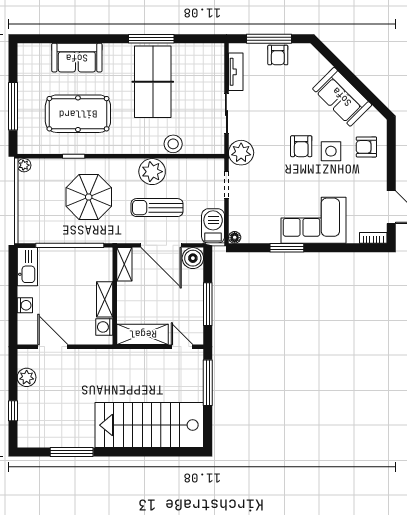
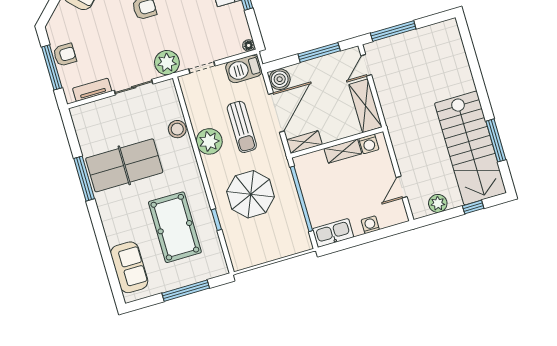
sofa: (77, 58) -> (129, 267), moved
plant: (24, 165) -> (238, 264), removed
door: (53, 347) -> (402, 187), width x0.73
stairs: (149, 425) -> (470, 148), moved

